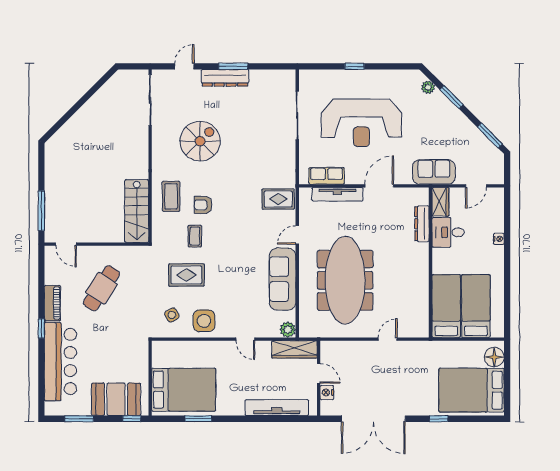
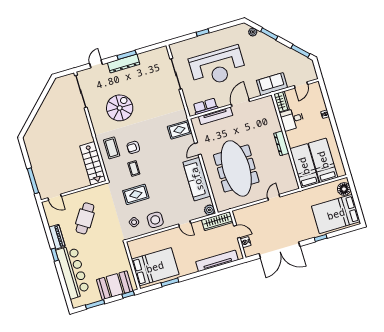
dresser: (422, 224) -> (281, 143), moved

